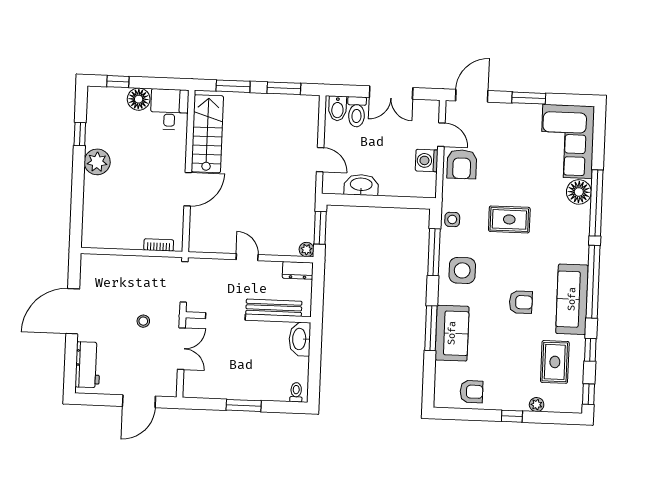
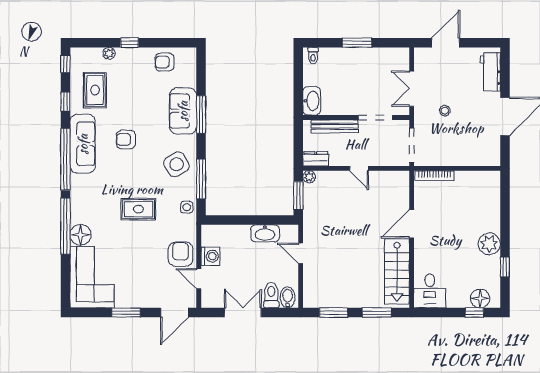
floor lamp: (139, 99) -> (480, 298), moved
bookcase: (159, 245) -> (434, 176), width x1.56
side table: (462, 270) -> (177, 164), turned -30

